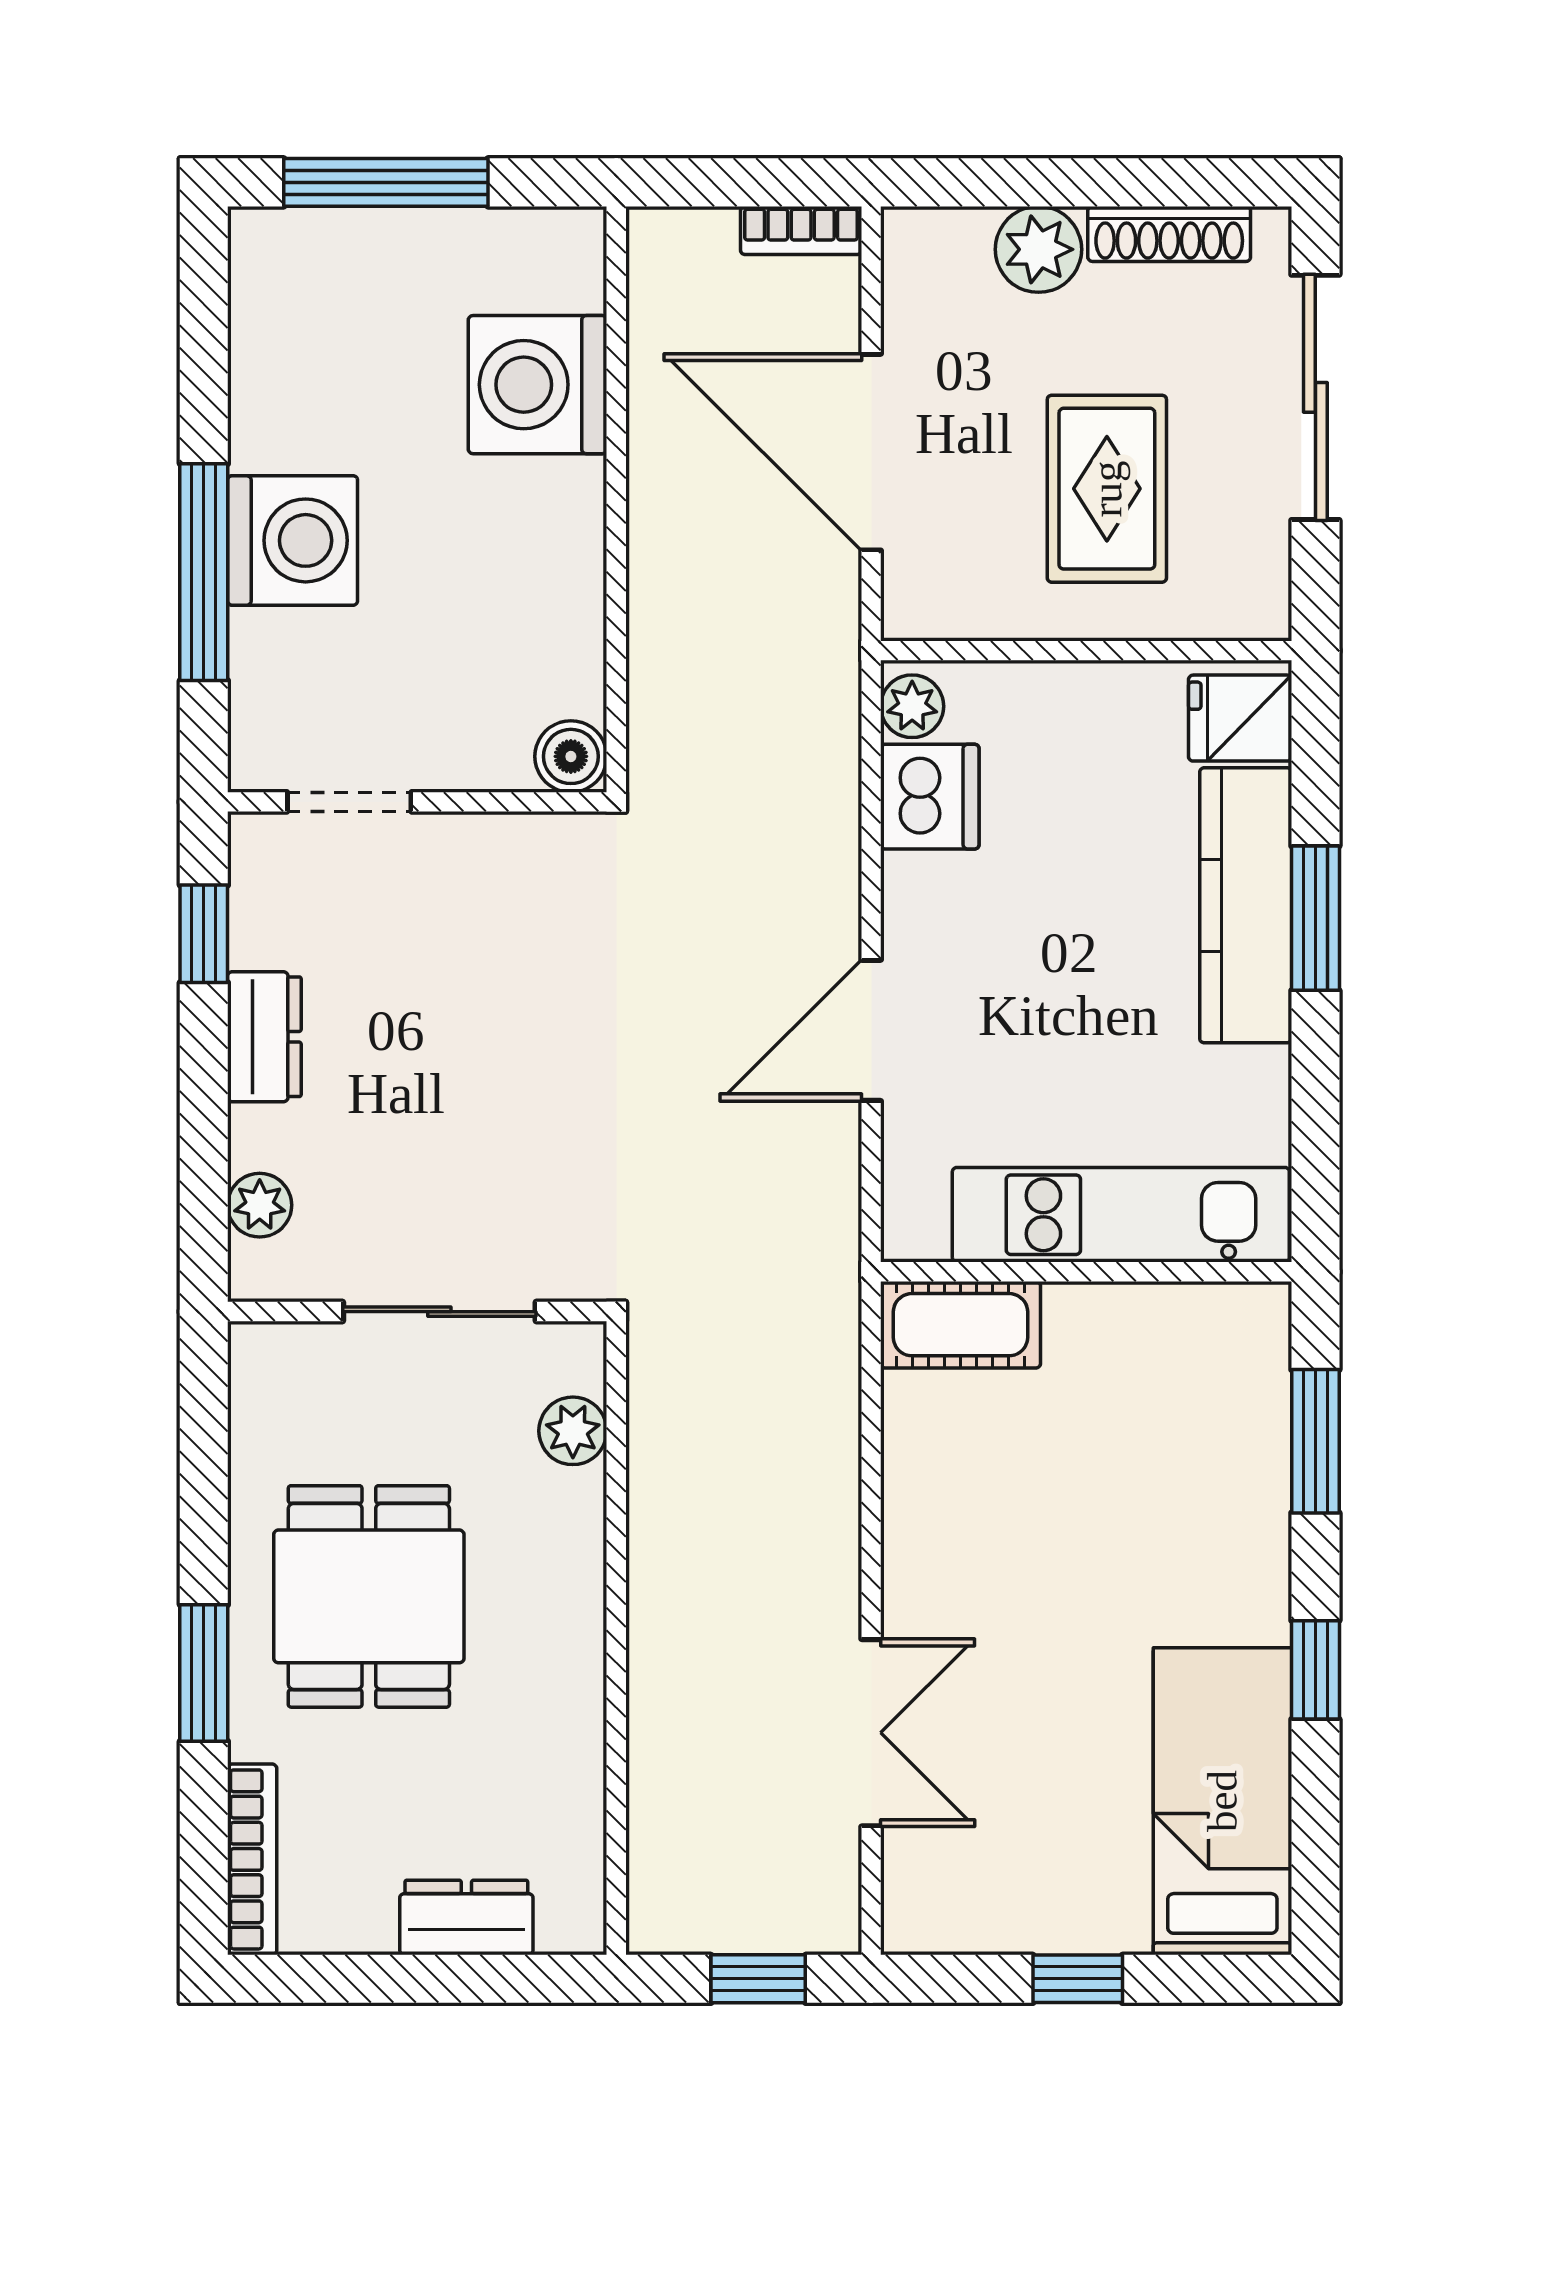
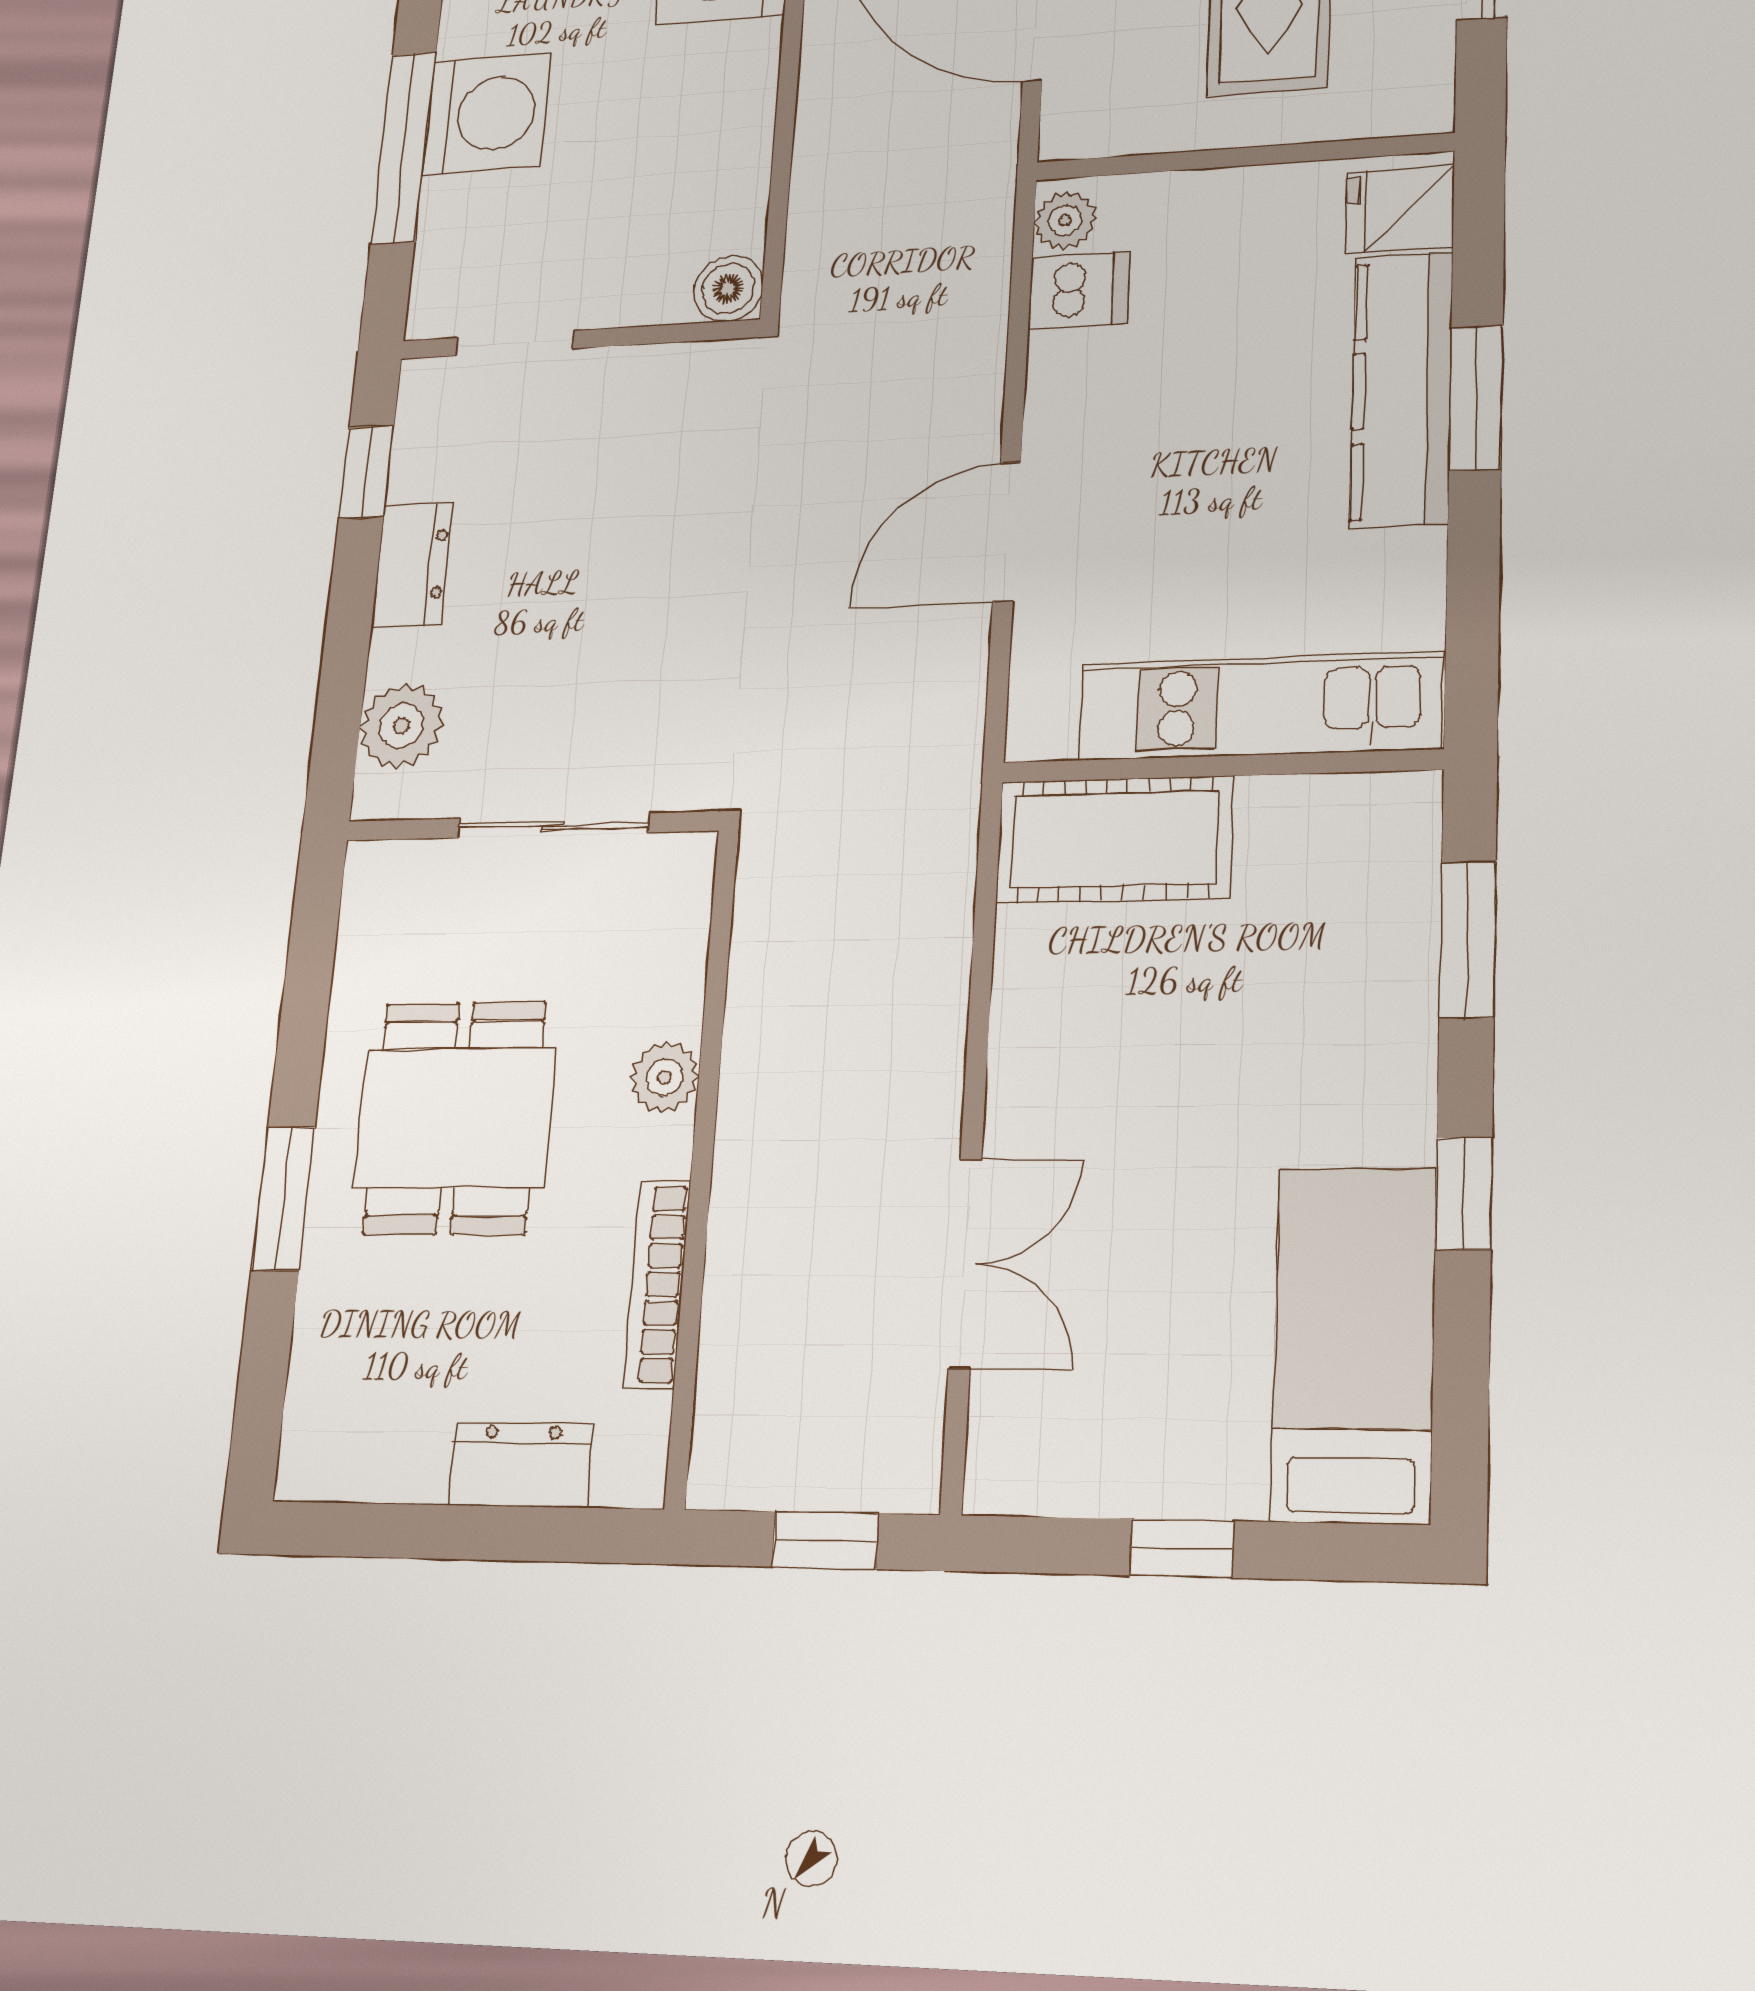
dishwasher: (930, 797) -> (1079, 290), width x0.73
plant: (260, 1205) -> (401, 726), width x1.38, depth x1.38
cot: (961, 1325) -> (1115, 839), width x1.37, depth x1.34
plant: (573, 1431) -> (664, 1077), moved
bookcase: (252, 1859) -> (657, 1284), moved, turned 180

